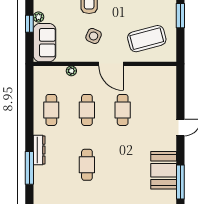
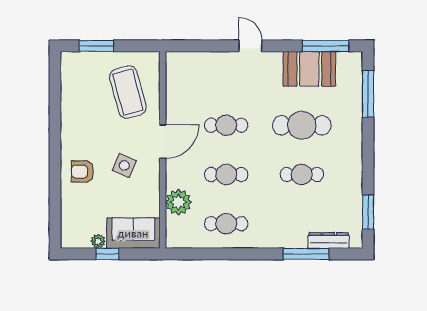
plant: (71, 71) -> (178, 202), width x1.88, depth x1.88
dresser: (39, 150) -> (329, 240), moved
cafe table: (123, 165) -> (302, 125), added

